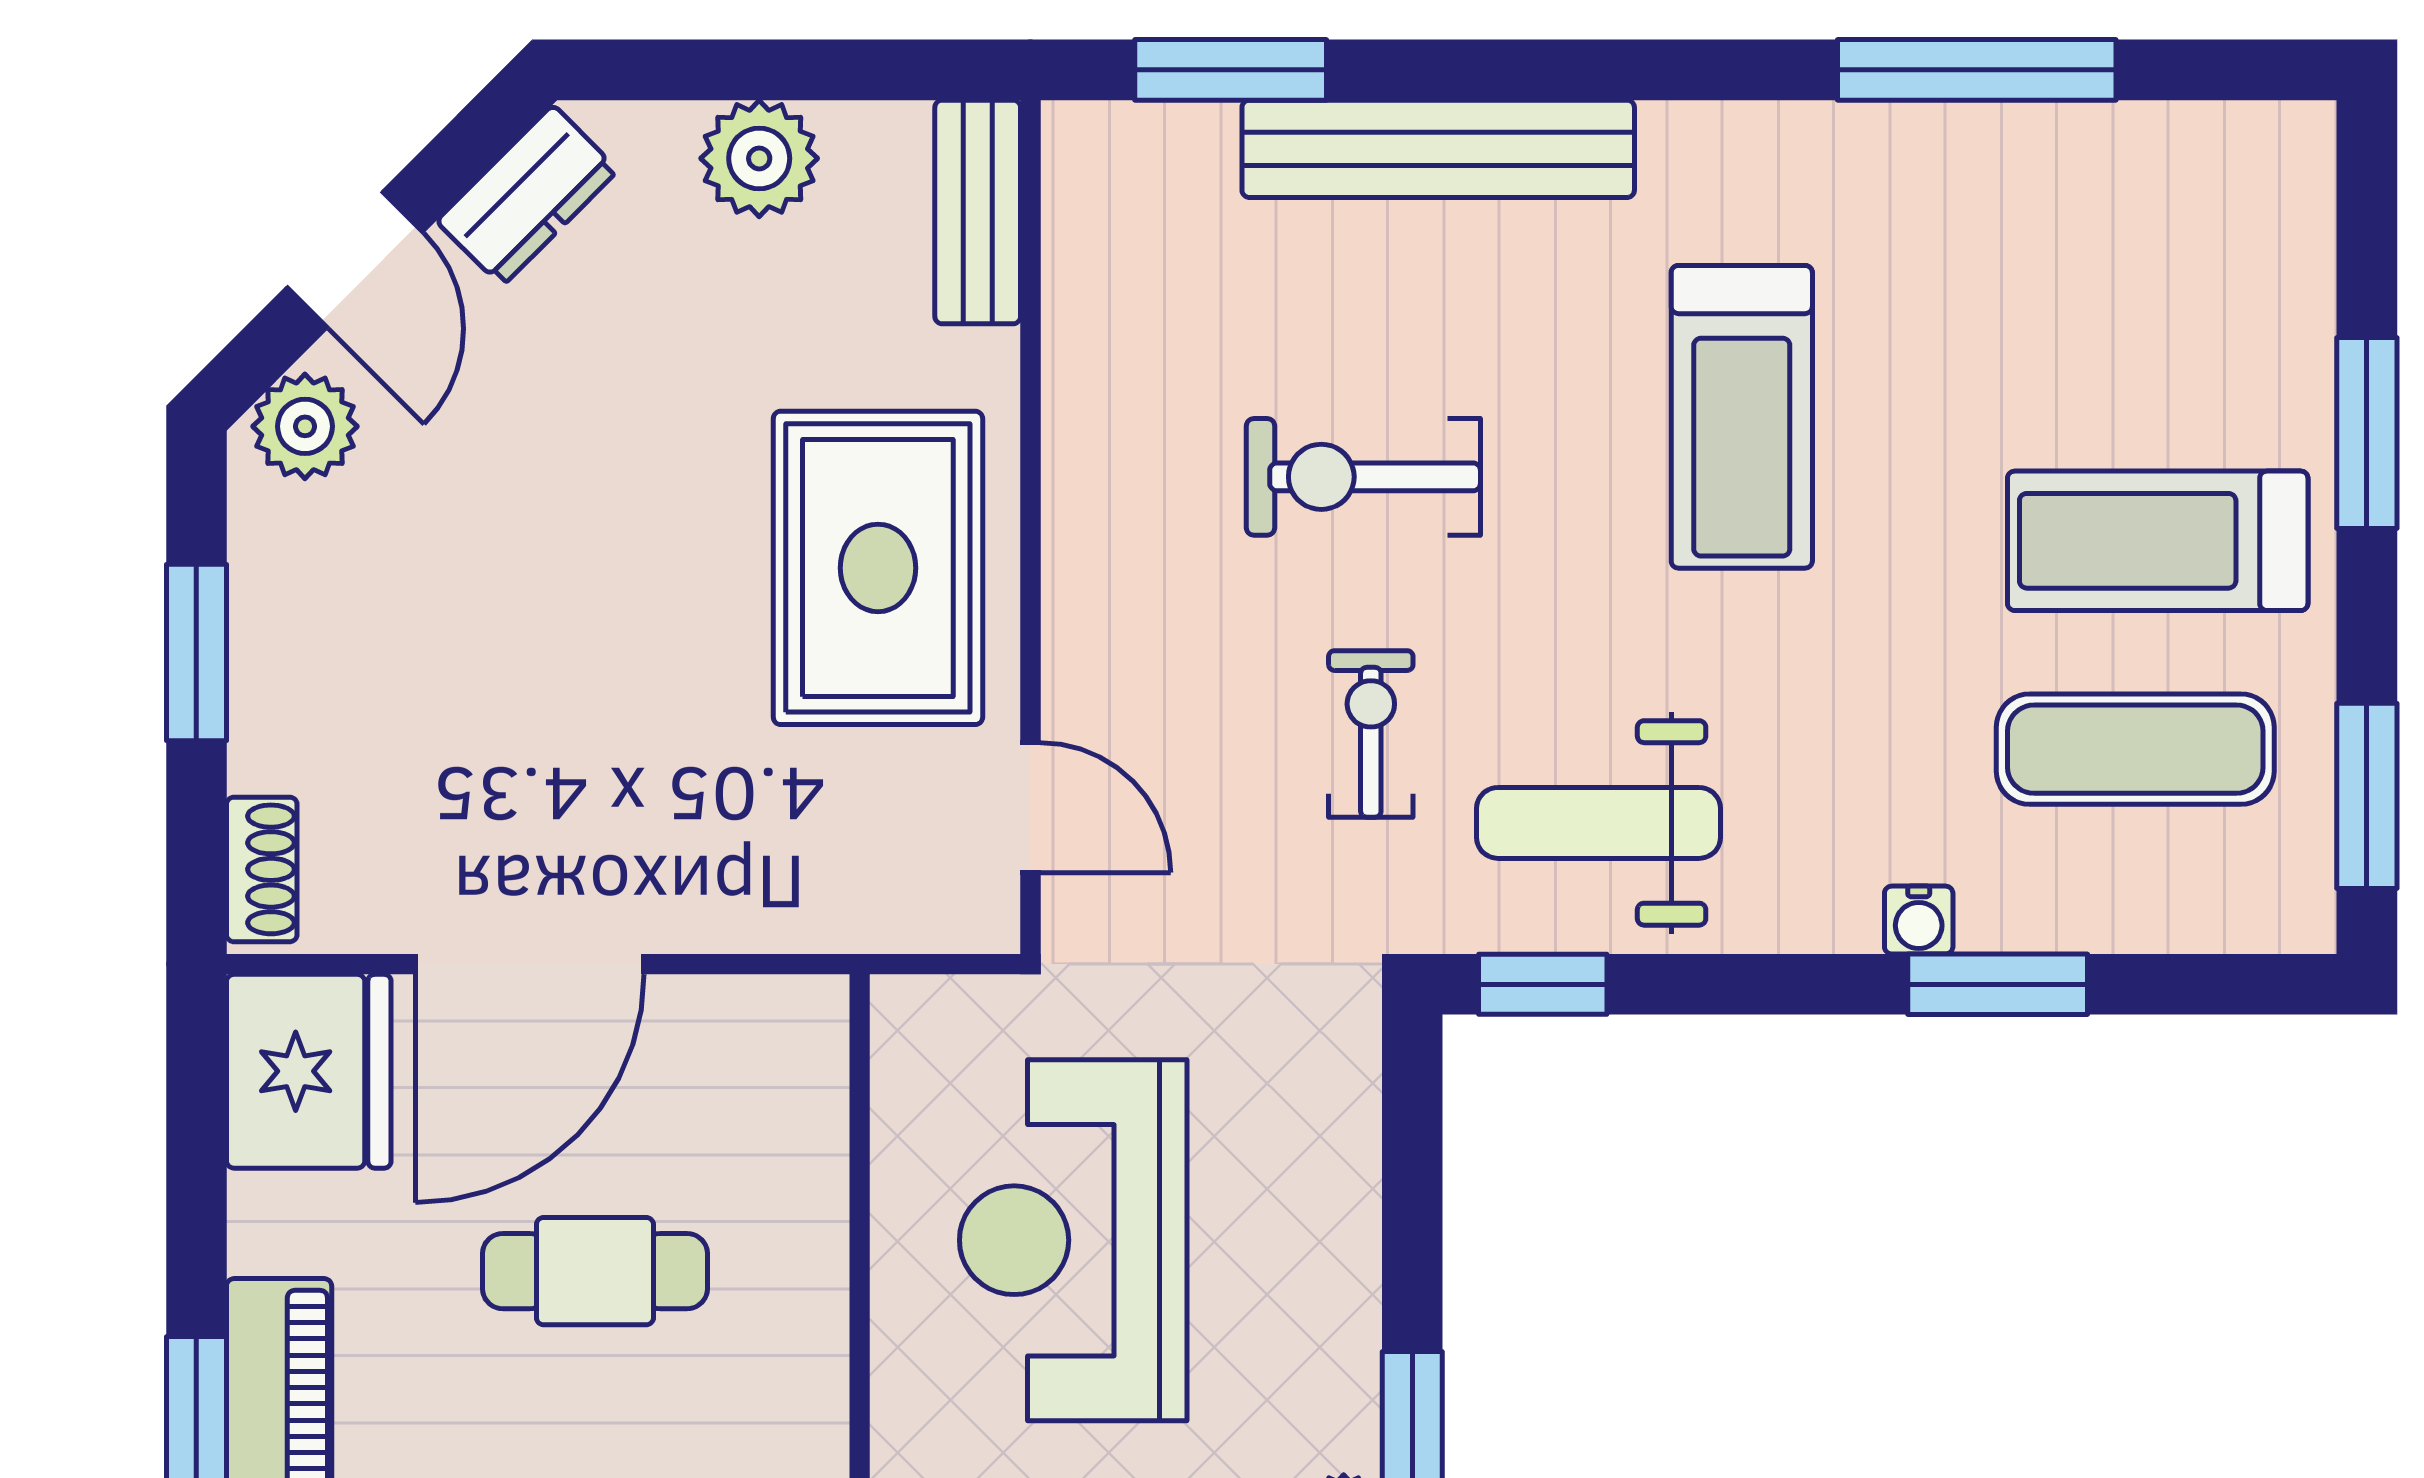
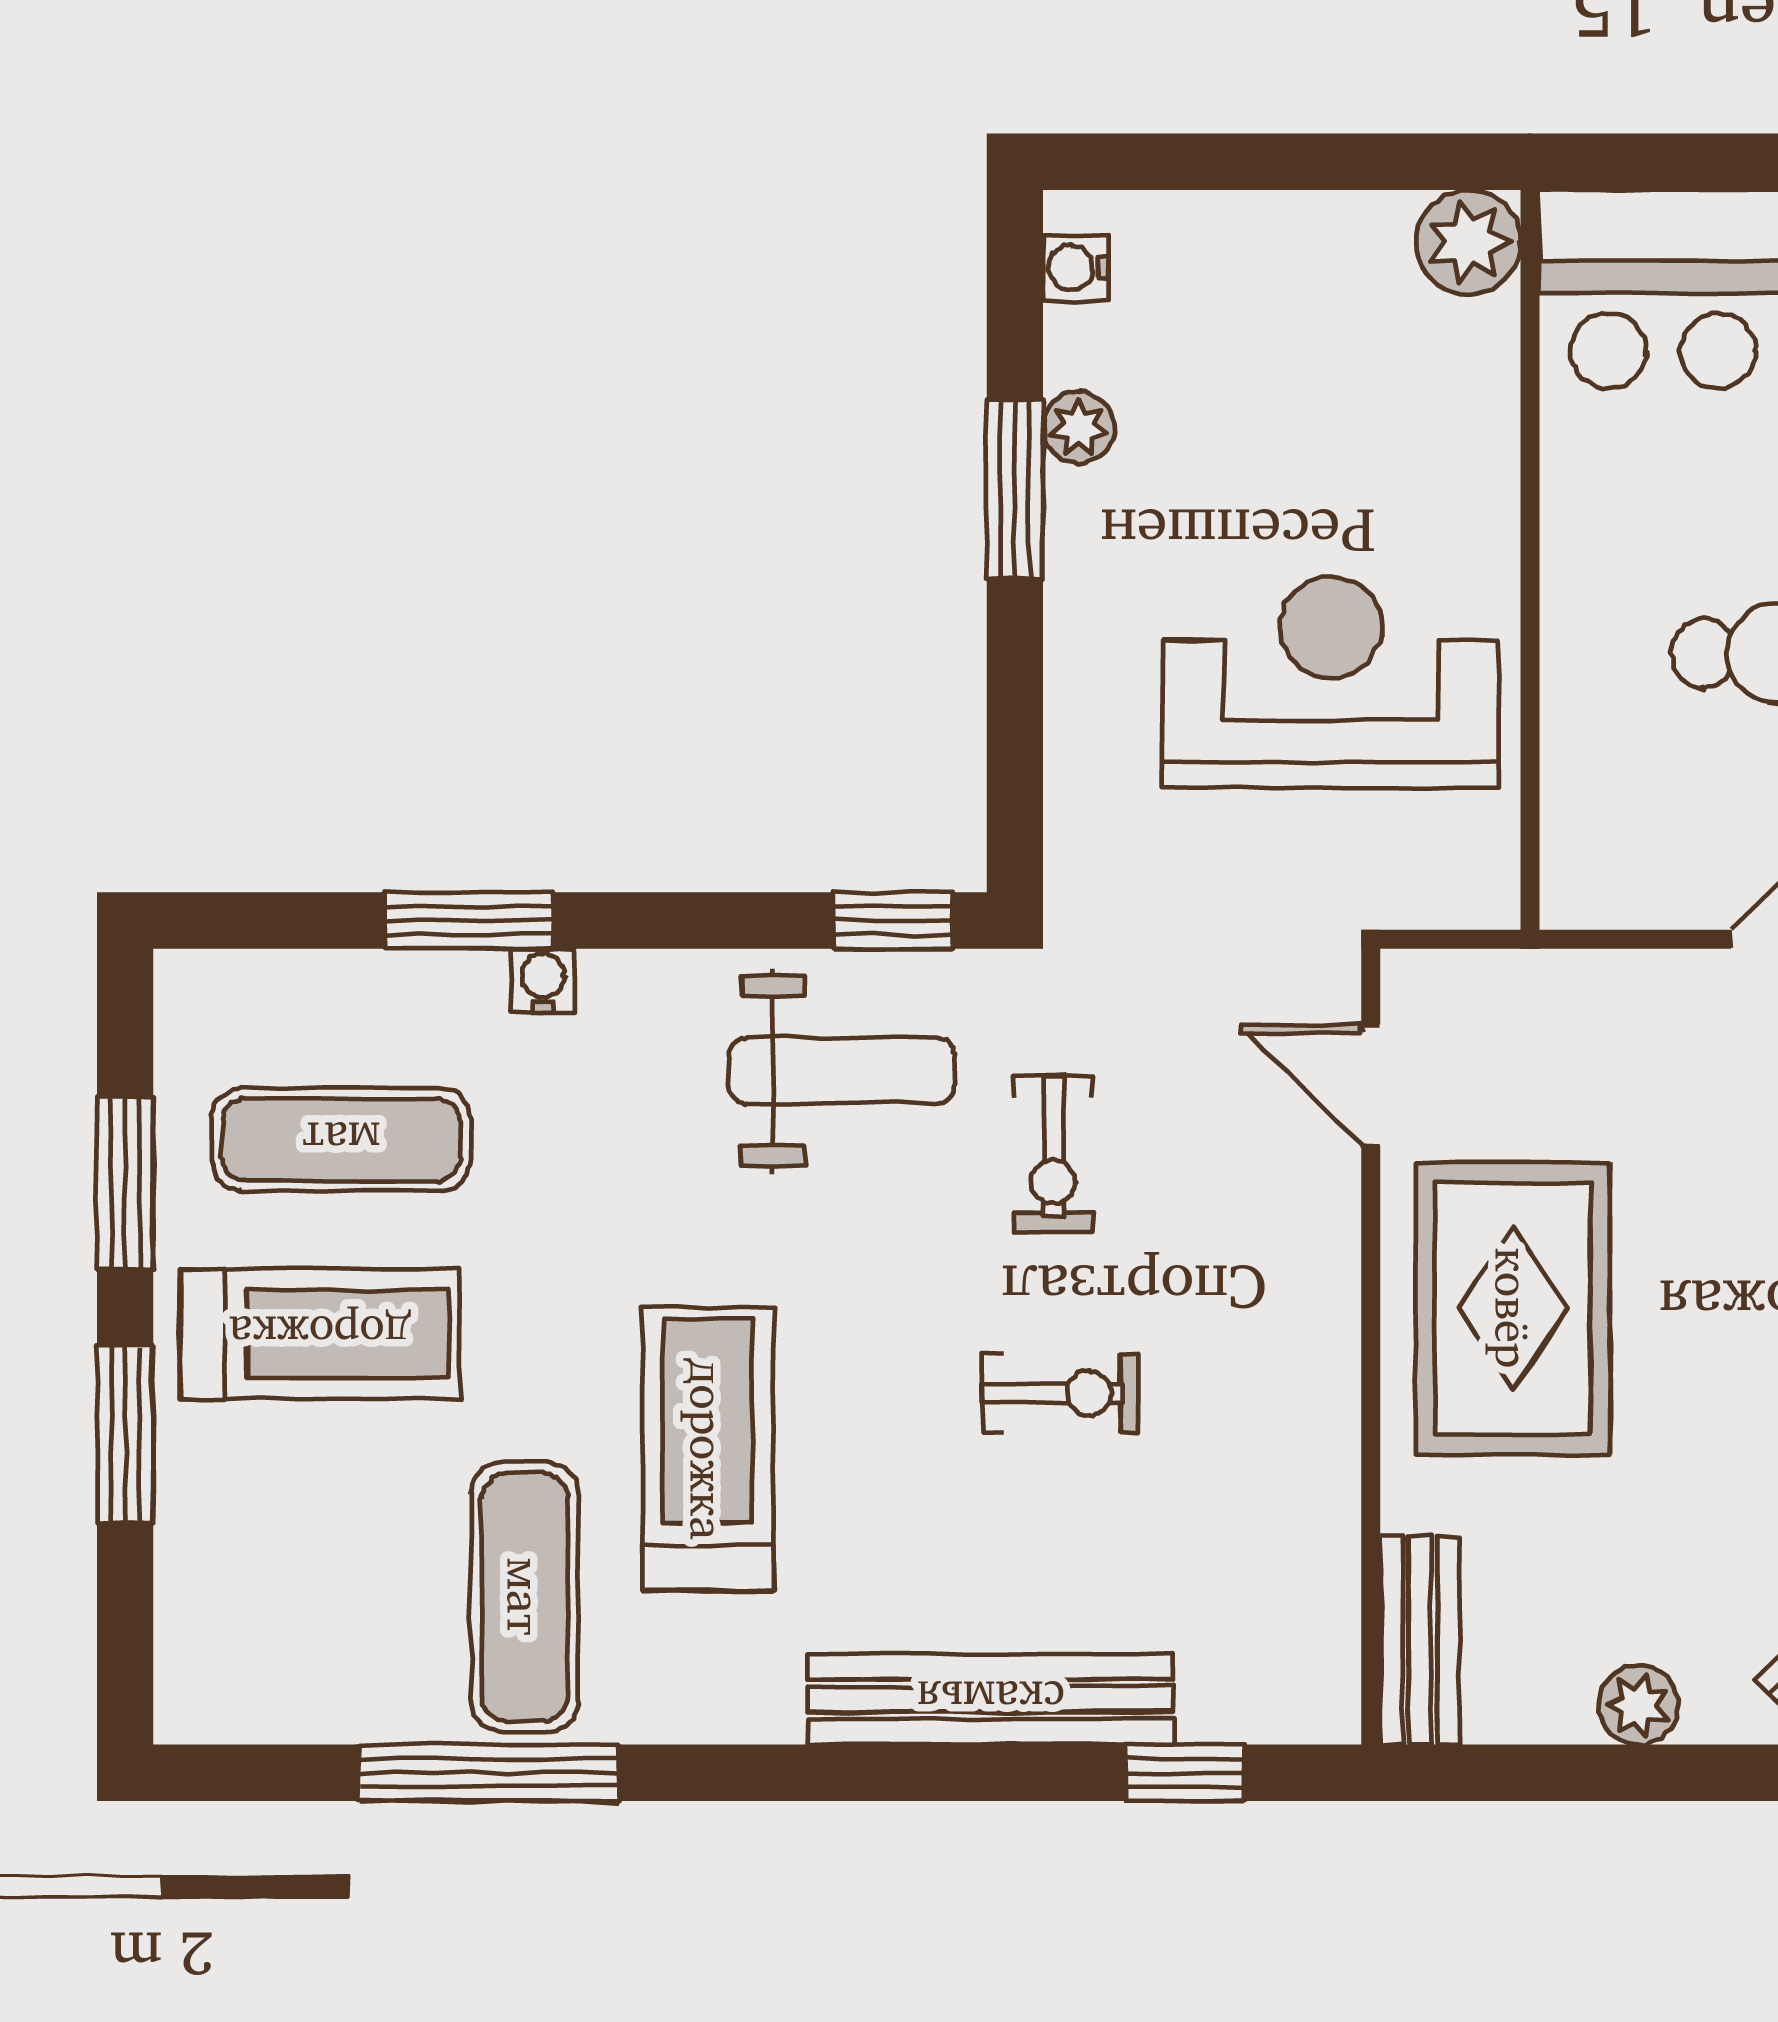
window: (1231, 70) -> (1184, 1773), width x0.67
plant: (759, 158) -> (1638, 1705), width x0.73, depth x0.73
exercise mat: (1938, 258) -> (525, 1597), added
exercise bike: (1363, 477) -> (1060, 1393), width x0.73, depth x0.72
window: (2367, 796) -> (125, 1183), moved
reception desk: (1073, 1240) -> (1331, 682), turned -90

